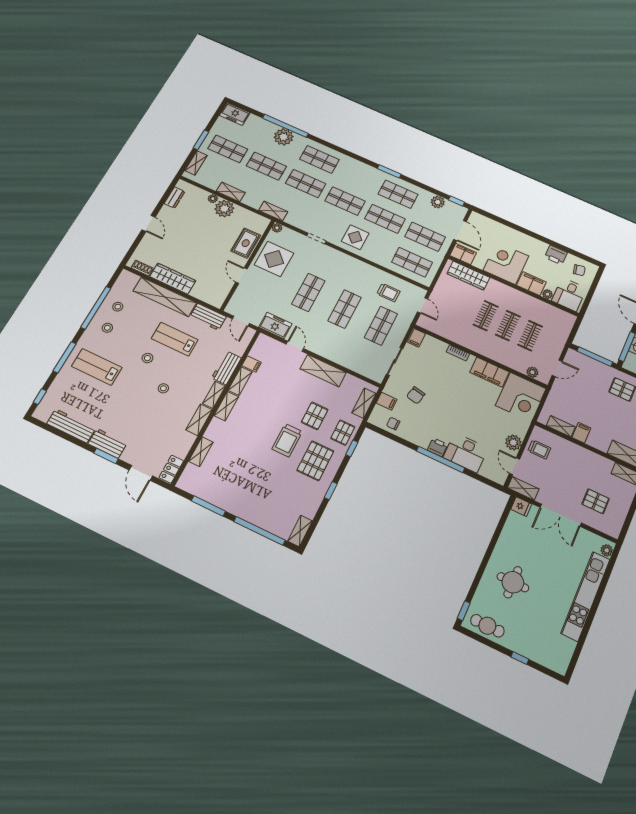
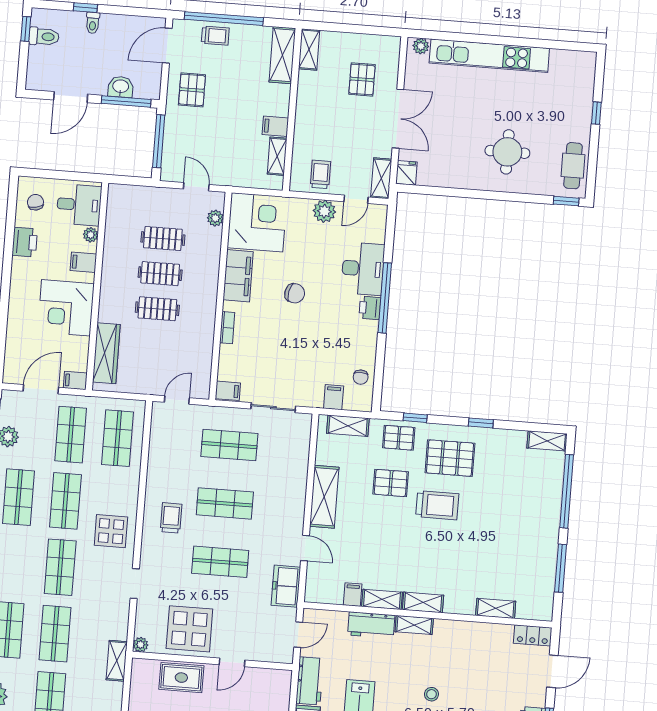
filing cabinet: (463, 254) -> (75, 380), width x0.50
filing cabinet: (531, 284) -> (83, 262), width x0.50
trolley: (388, 293) -> (171, 518), moved
door: (295, 346) -> (305, 548), swing flipped
chair: (416, 395) -> (295, 293), moved
shelving: (199, 420) -> (455, 629), removed

